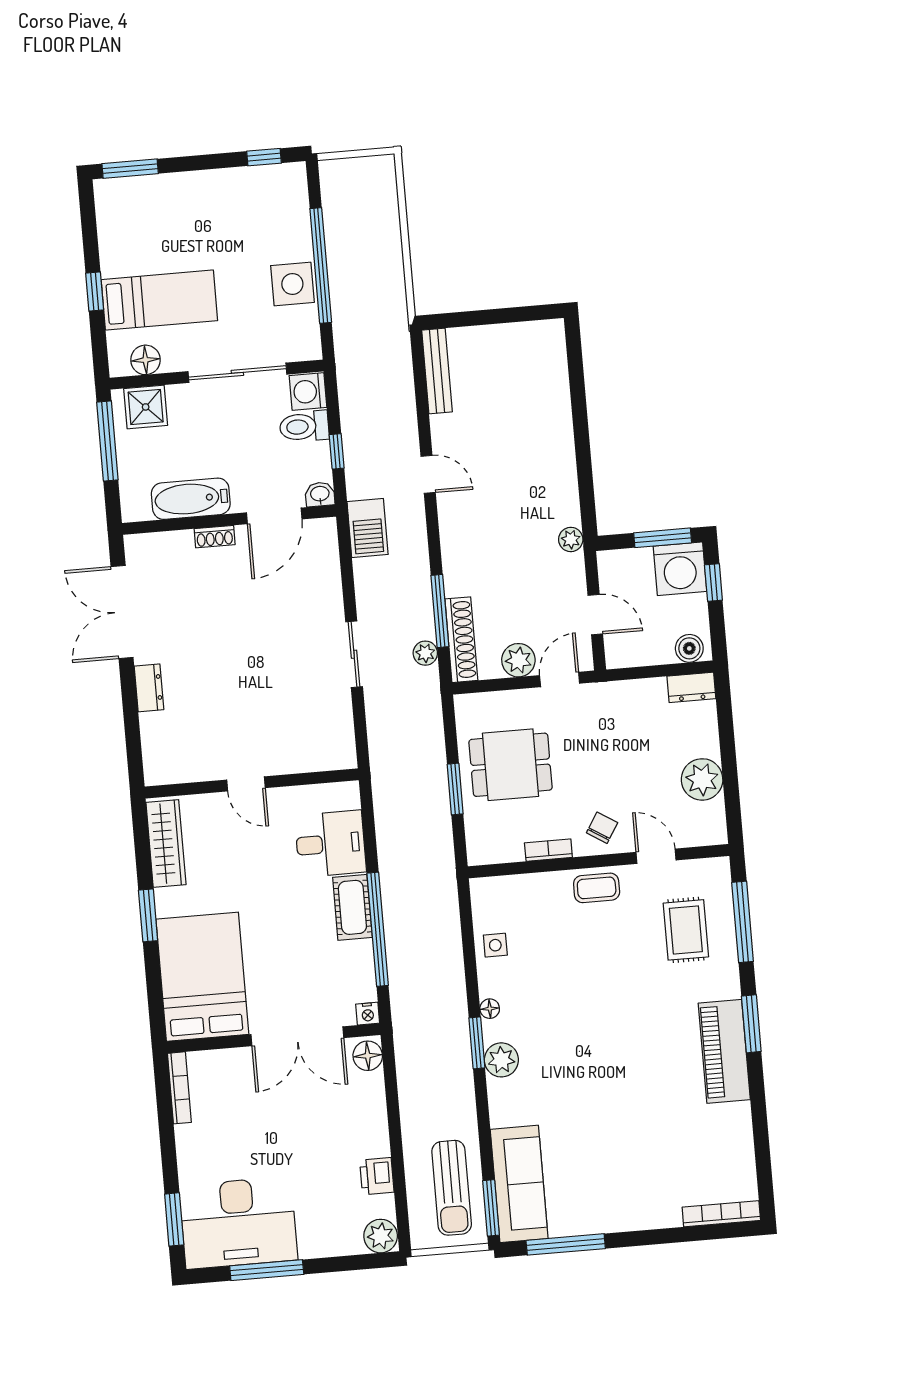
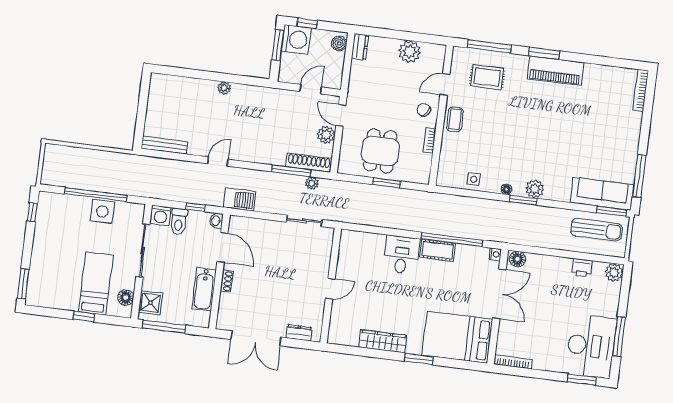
plant: (571, 539) -> (224, 88), moved
wall: (252, 783) -> (331, 286), moved
door: (246, 784) -> (330, 289), moved

